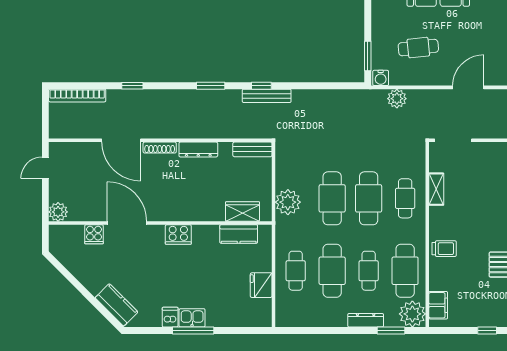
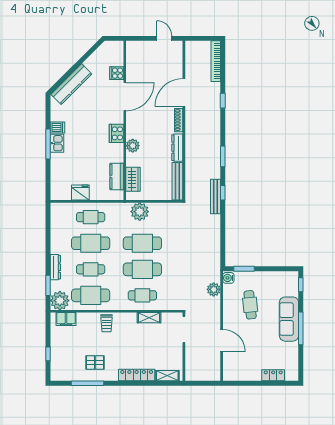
bench: (252, 149) -> (177, 181), width x1.36
plant: (58, 212) -> (133, 146), moved
kitchen counter: (117, 305) -> (71, 84), width x1.50

